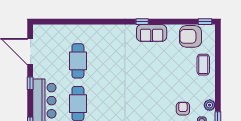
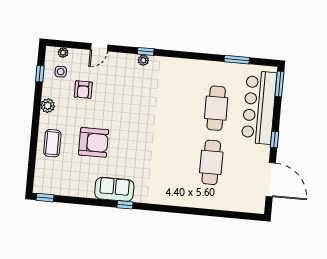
armchair: (191, 36) -> (94, 142), moved
plant: (210, 105) -> (48, 106), moved

